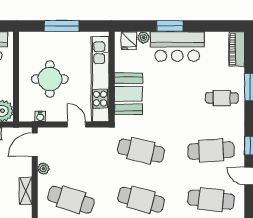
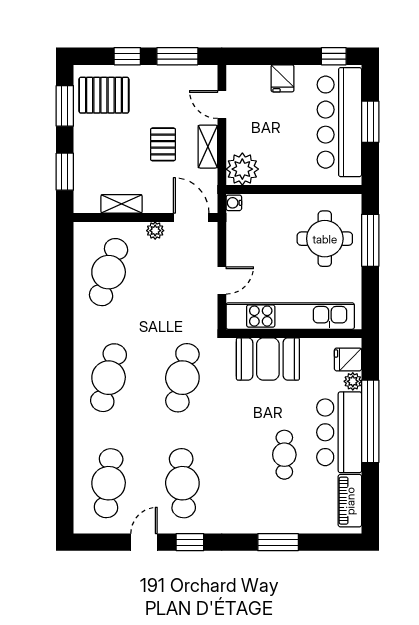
window: (62, 26) -> (370, 240), moved
window: (170, 26) -> (370, 421), width x2.11
piano: (237, 49) -> (350, 501), moved, turned -90
round table: (50, 79) -> (325, 239), moved
cafe table: (222, 98) -> (284, 455), moved
water cooler: (40, 116) -> (234, 203), moved

